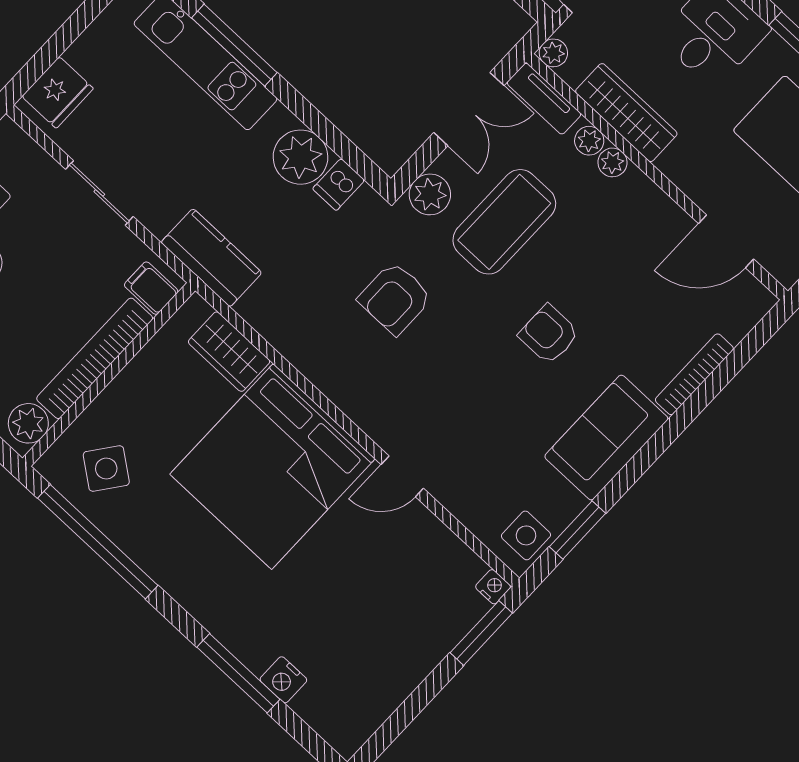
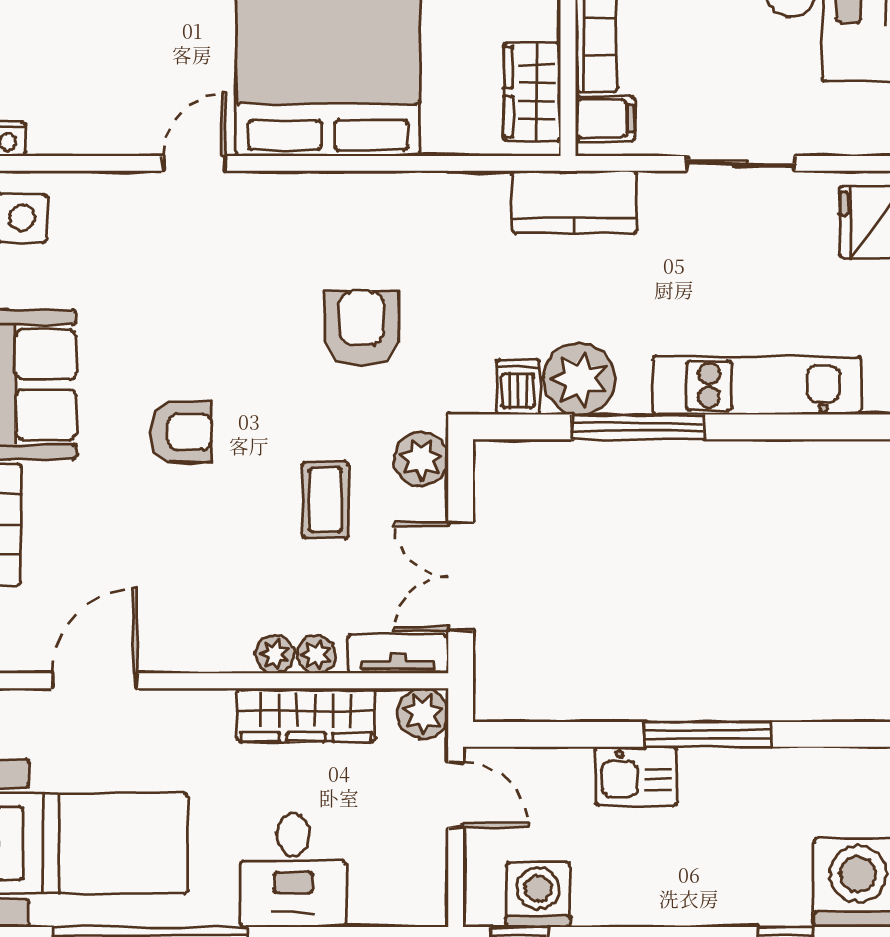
window: (234, 45) -> (638, 427), moved
plant: (553, 53) -> (423, 713), width x1.38, depth x1.38
coffee table: (504, 222) -> (325, 500), width x0.54, depth x0.58
wardrobe: (229, 352) -> (532, 92), moved, turned -90

